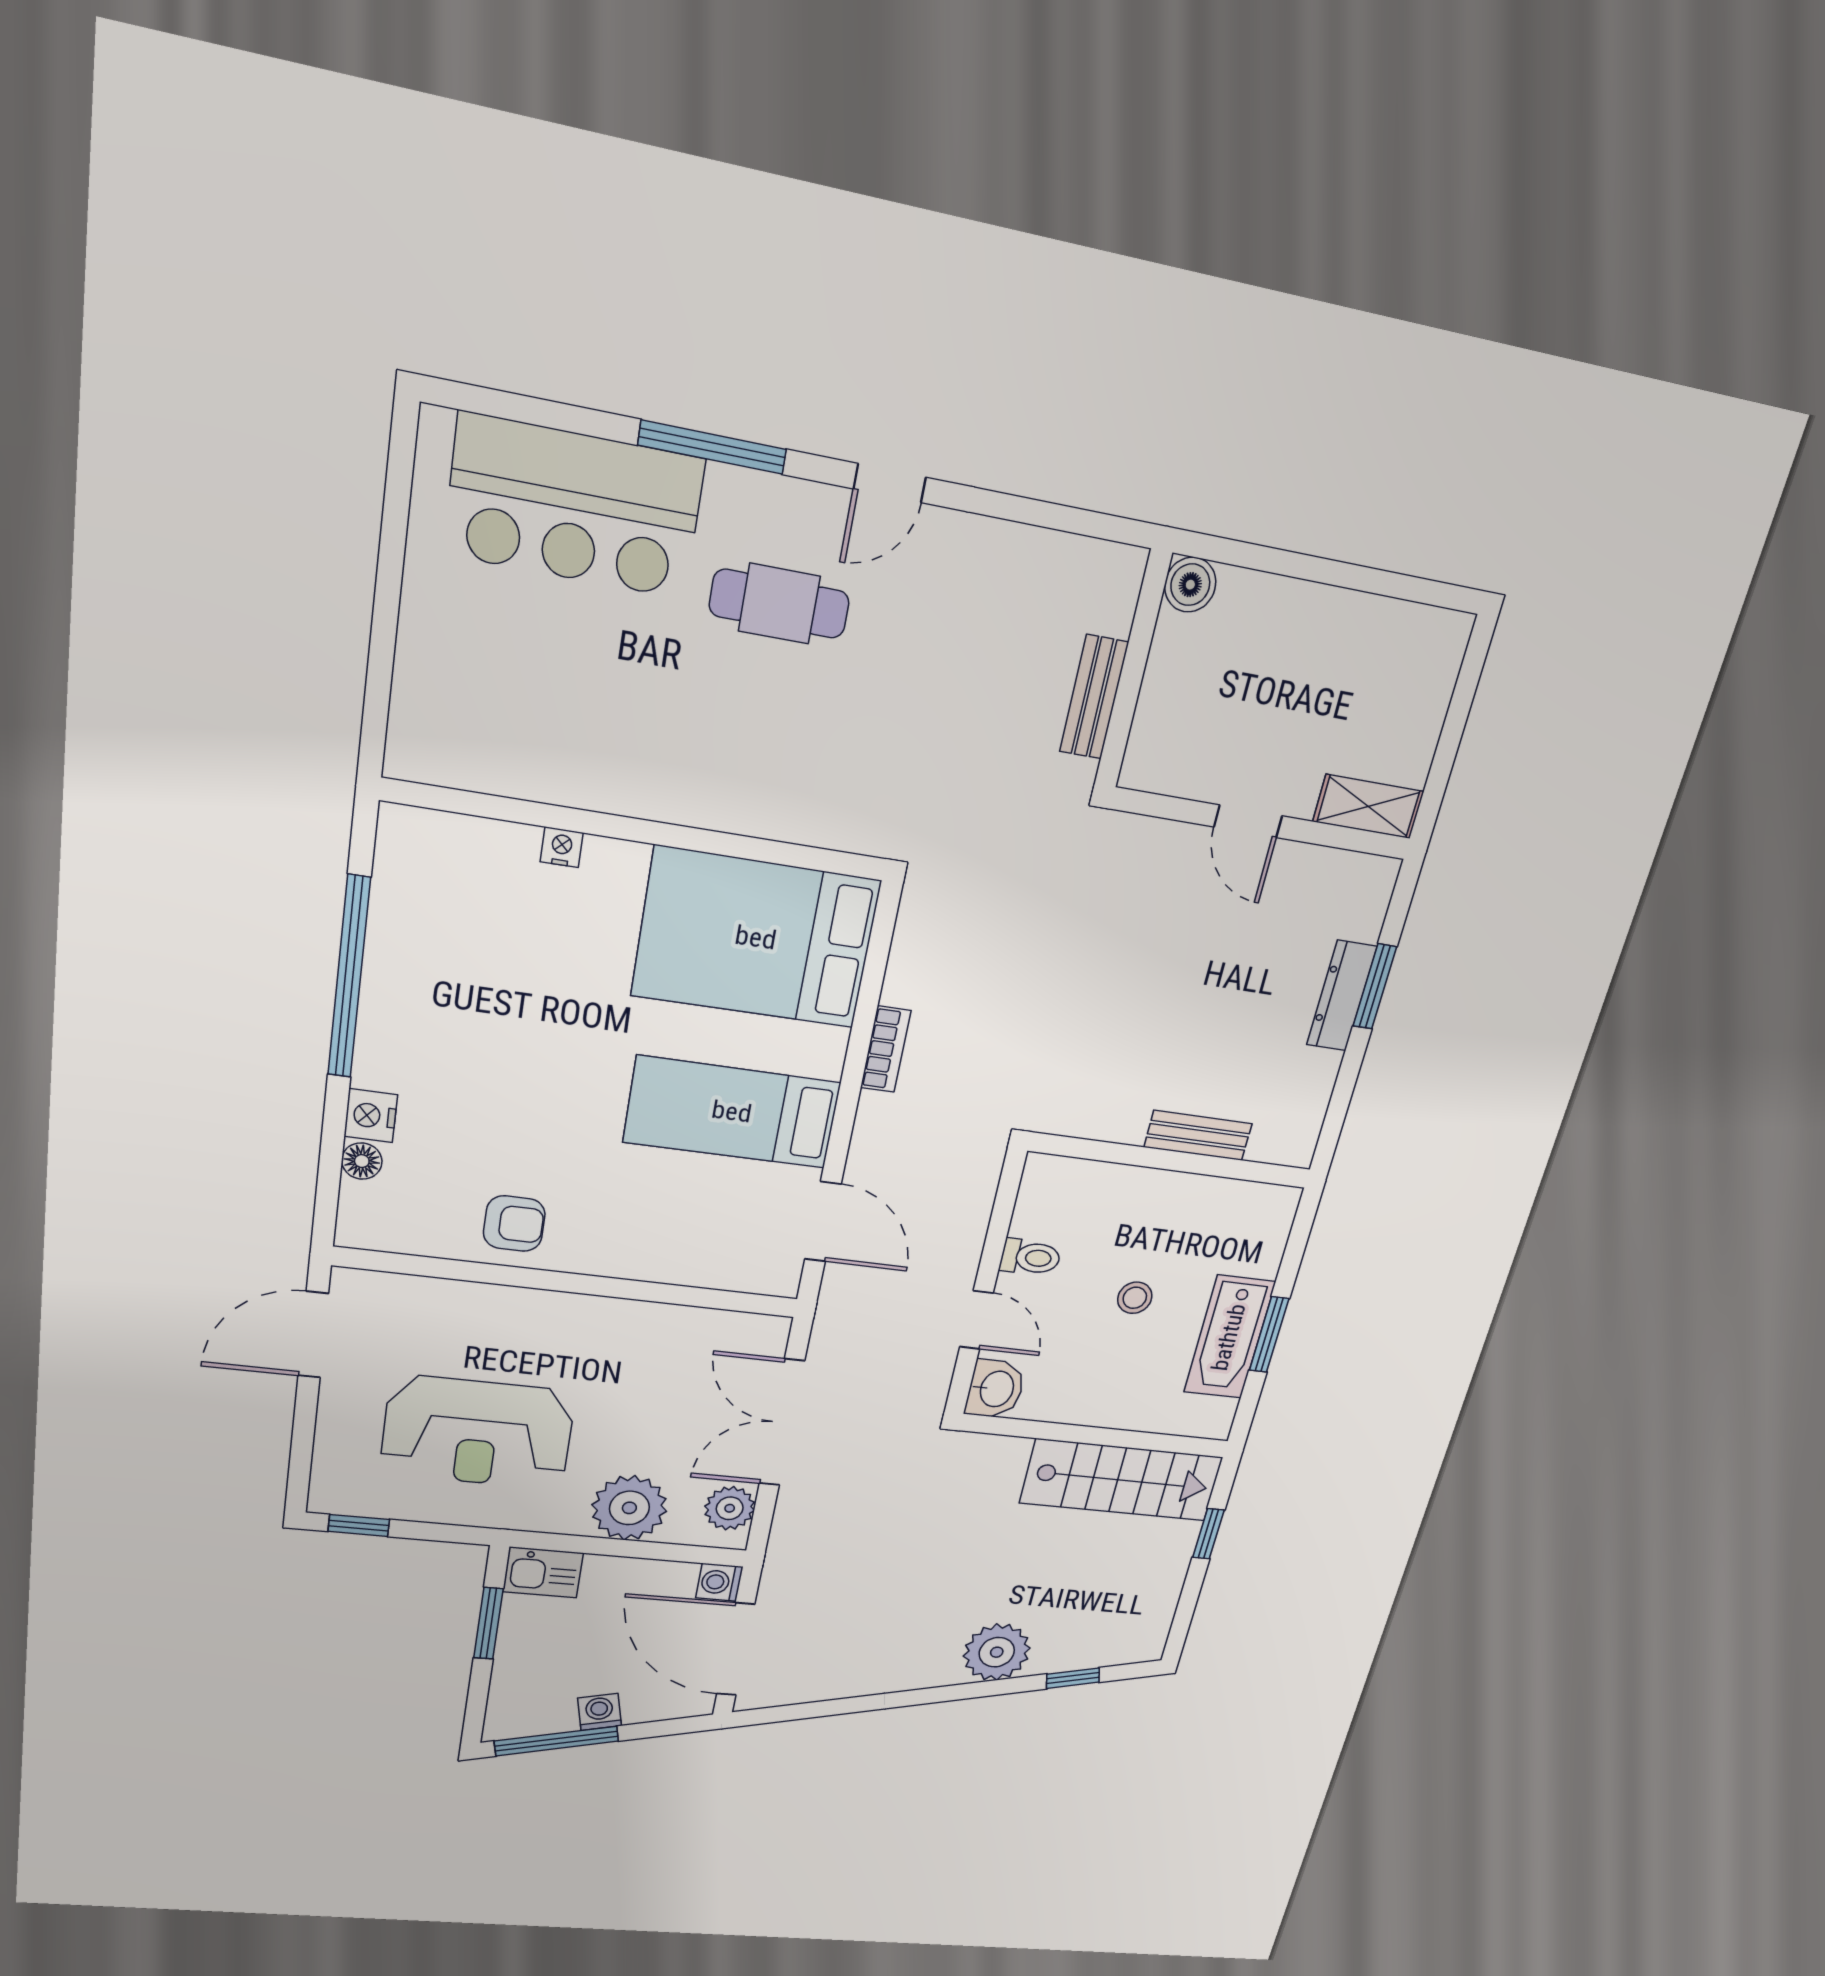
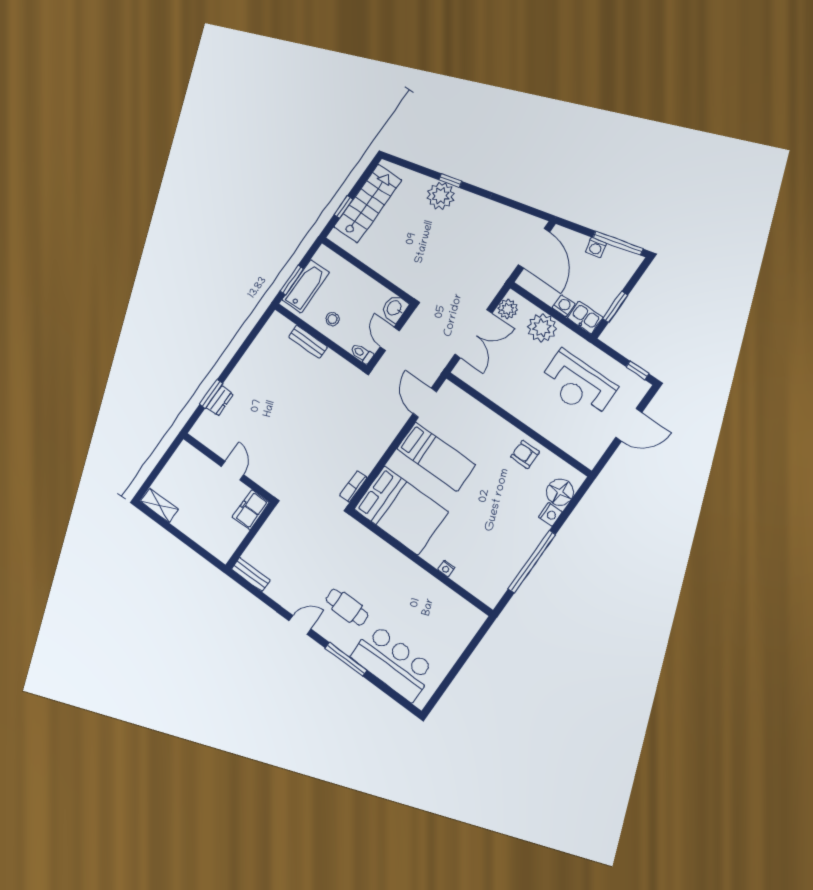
boiler: (1190, 585) -> (224, 553), removed
bench: (1094, 697) -> (251, 574), moved, turned 90
freezer: (1159, 742) -> (251, 510), added
shelving: (1368, 806) -> (159, 505), moved
dresser: (1342, 996) -> (220, 401), width x0.70
bookcase: (886, 1049) -> (353, 487), moved
bench: (1198, 1135) -> (308, 342), moved
wall: (1170, 1160) -> (321, 337), moved
floor lamp: (362, 1161) -> (560, 492), width x1.89, depth x1.89
door: (313, 1335) -> (629, 425), moved
reception desk: (478, 1432) -> (578, 385), turned 180
stairs: (1121, 1480) -> (368, 204), moved, turned 90
washing machine: (719, 1582) -> (564, 306), moved, turned -90
window: (1073, 1678) -> (450, 181), moved

